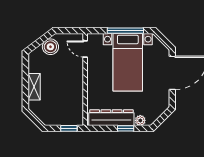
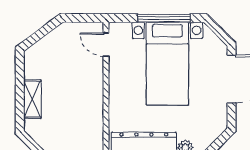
boiler: (50, 47) -> (56, 41), removed

